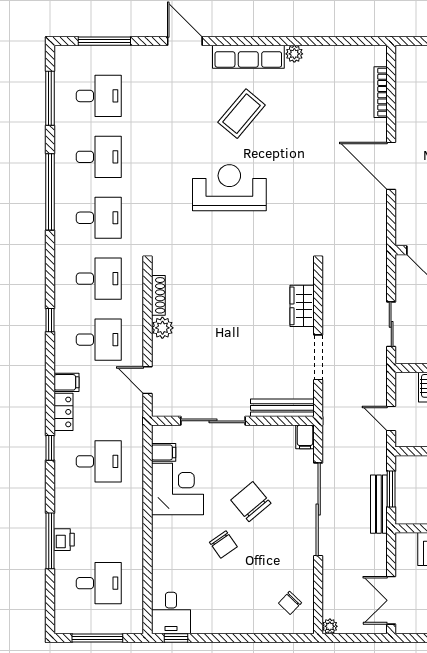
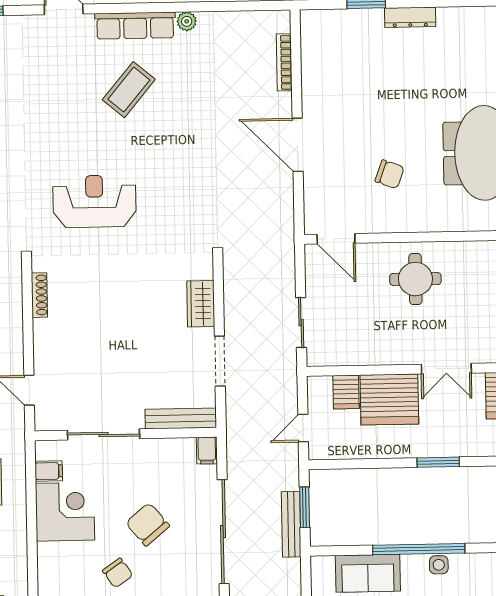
reception desk: (229, 188) -> (94, 201), moved
plant: (162, 328) -> (45, 331), removed
door: (391, 419) -> (303, 428), hinge flipped

